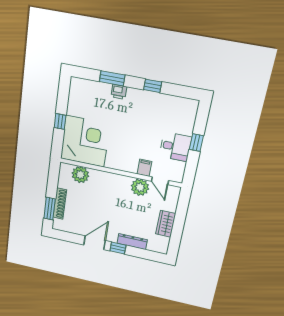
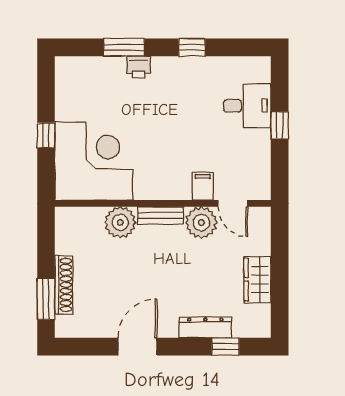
desk: (175, 147) -> (247, 106), moved
plant: (80, 175) -> (120, 222), moved
bench: (118, 179) -> (161, 216), added
window: (118, 248) -> (225, 347), moved

